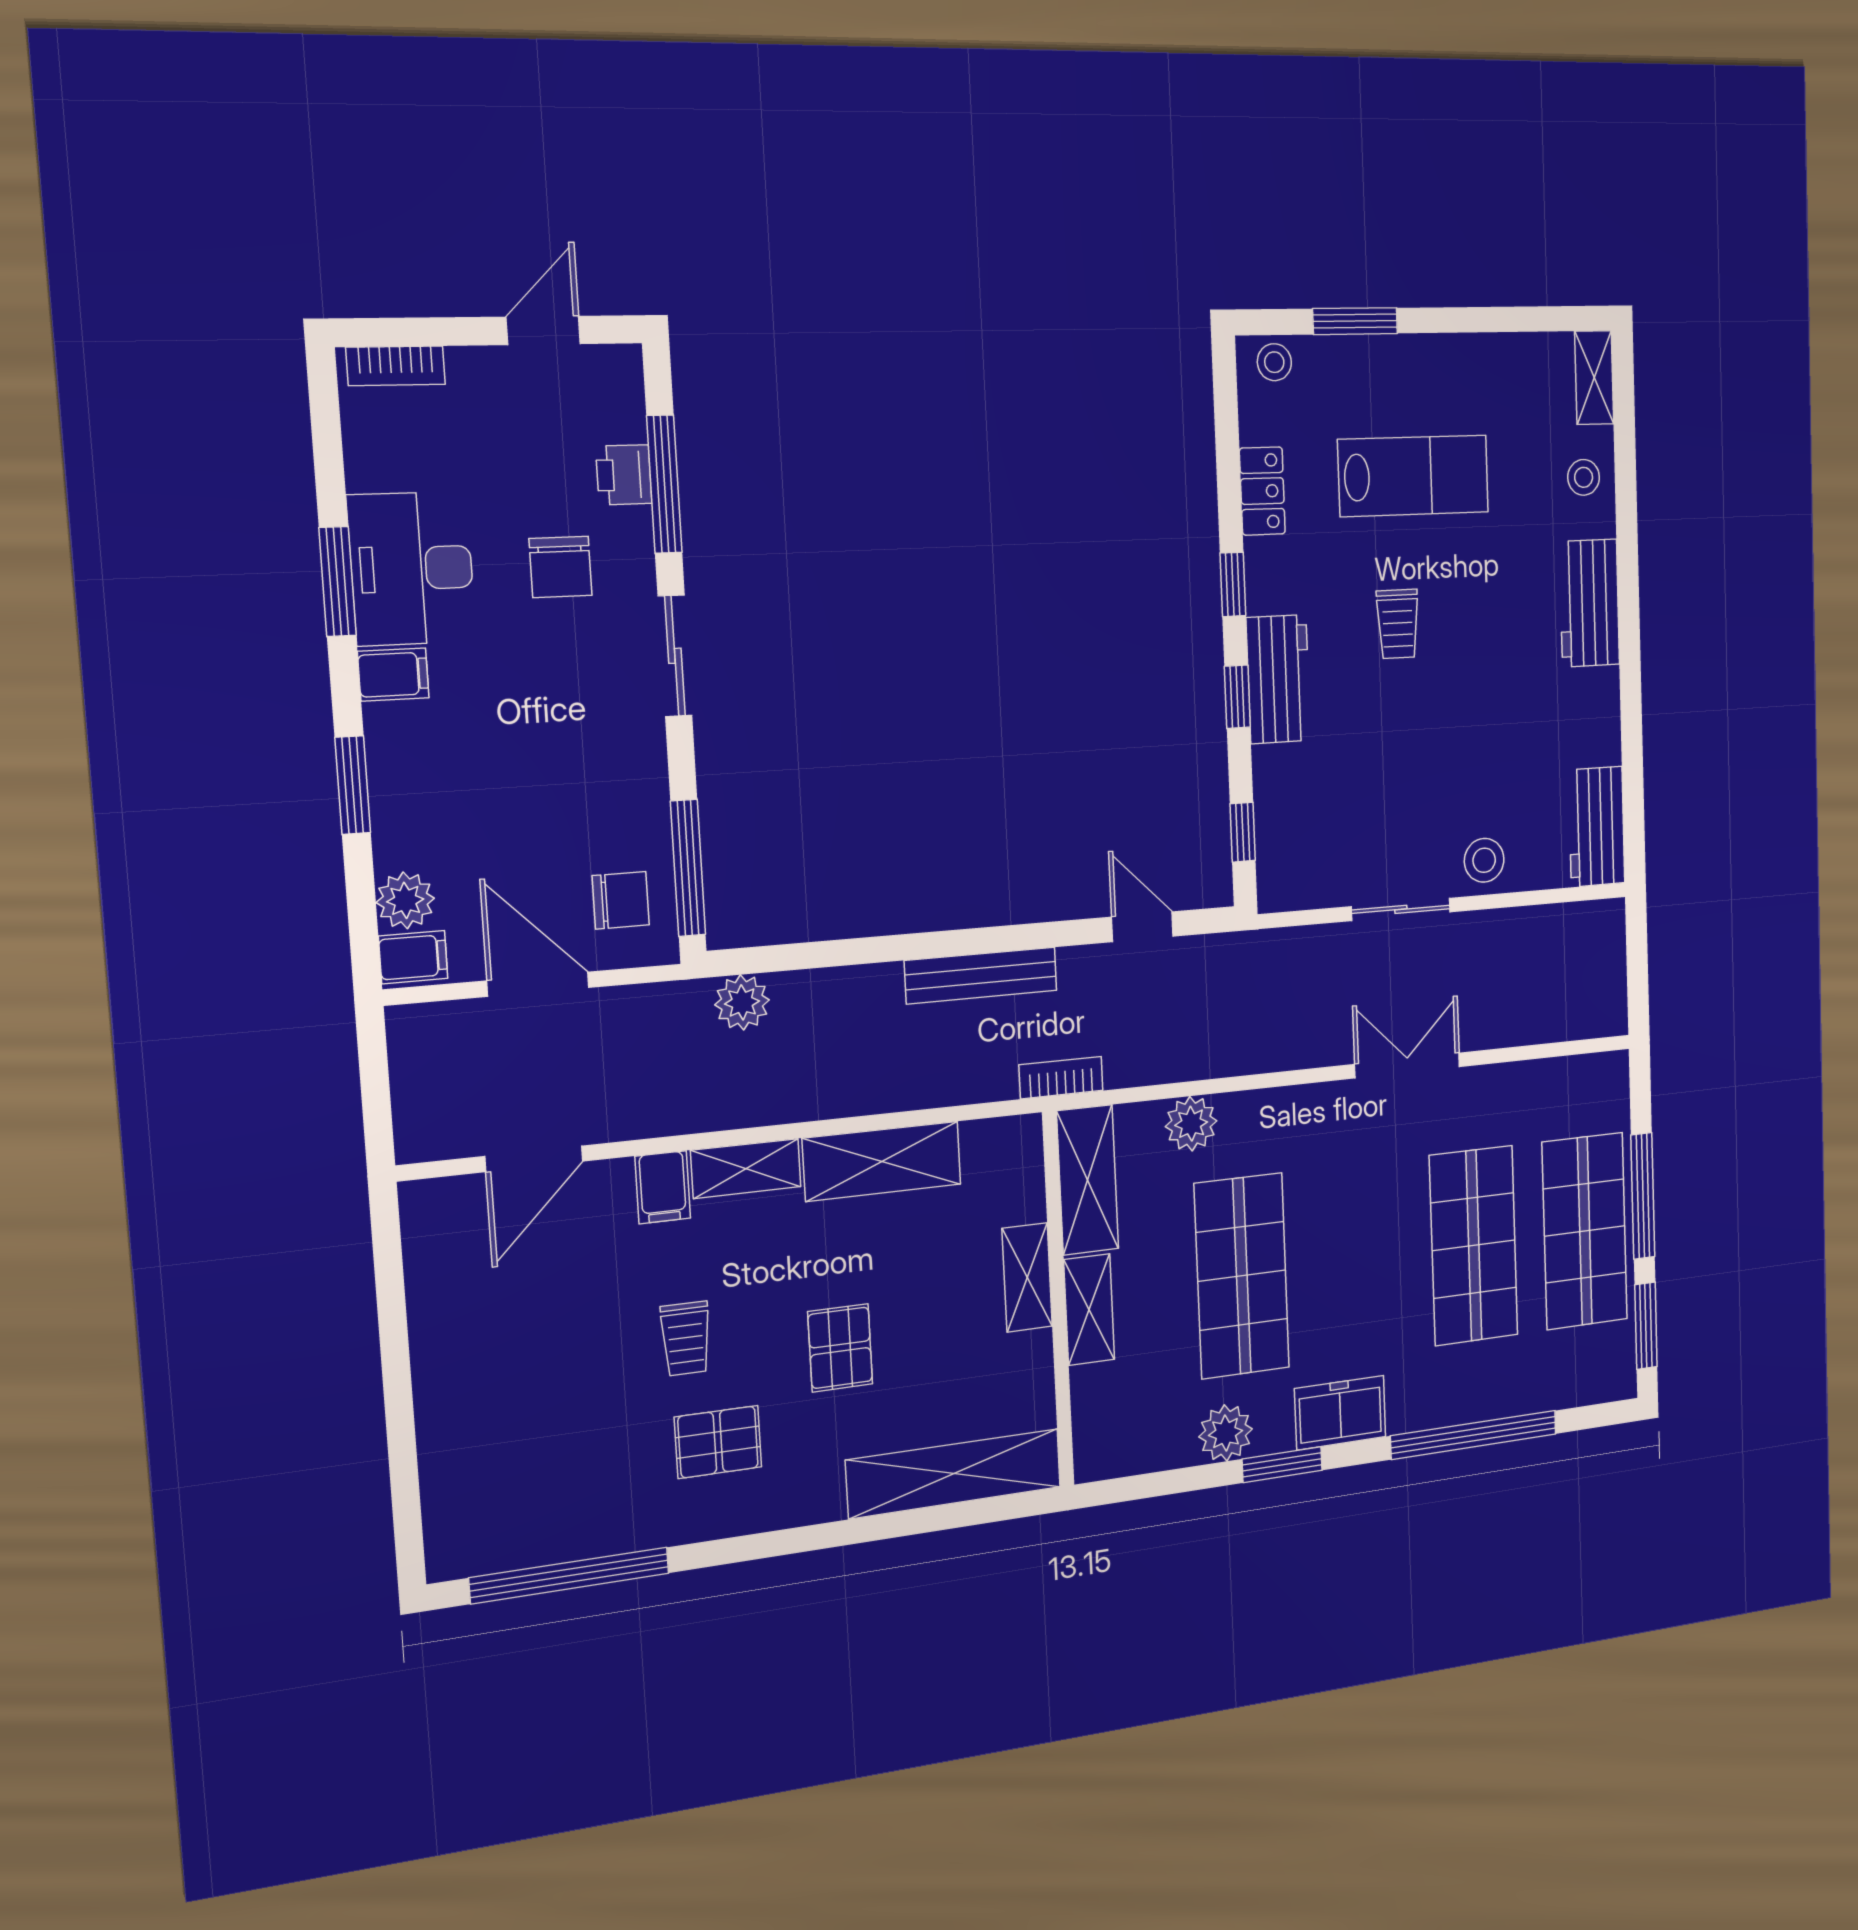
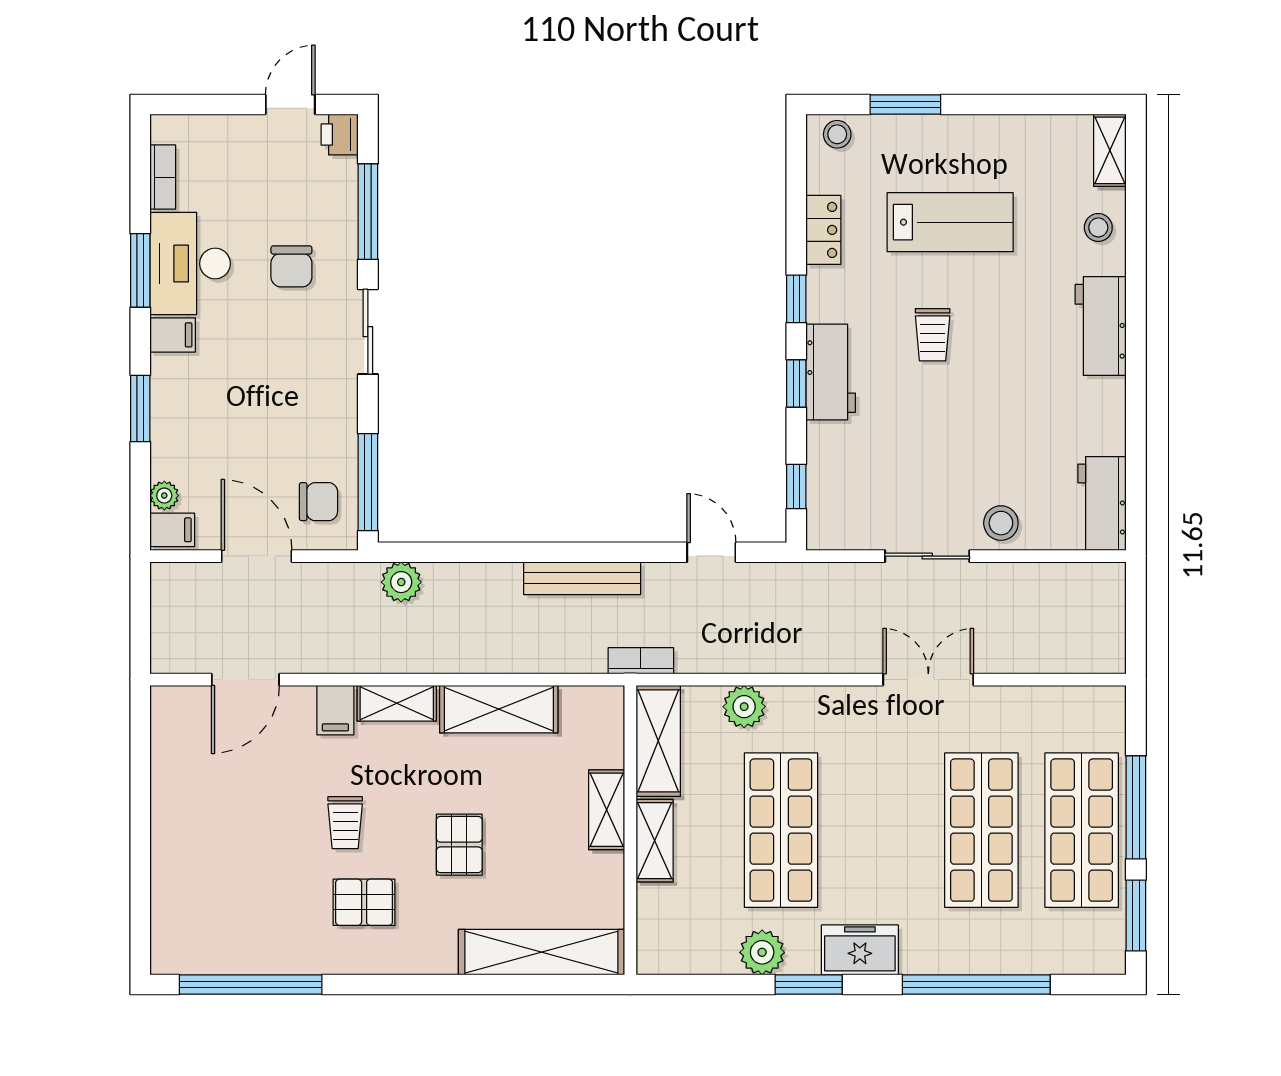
bookcase: (396, 366) -> (163, 177), moved, turned -90
printer: (624, 475) -> (340, 135), moved
plant: (405, 900) -> (164, 496), width x0.73, depth x0.73

